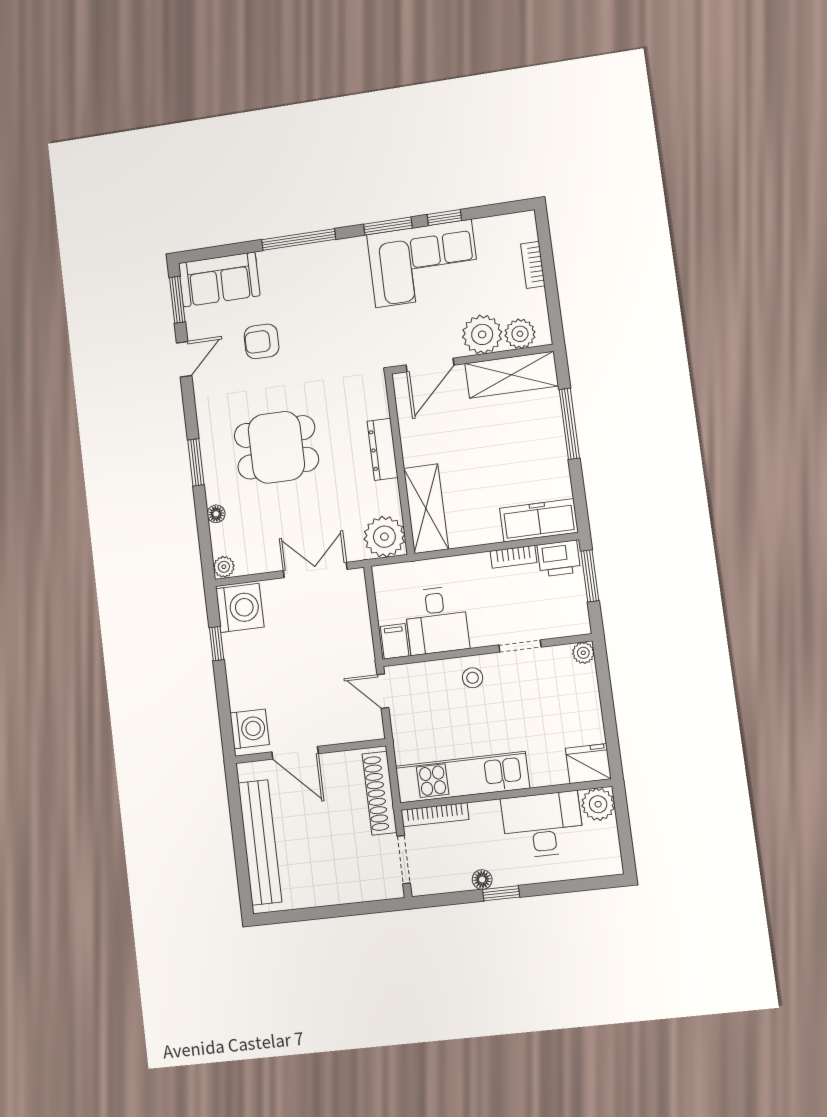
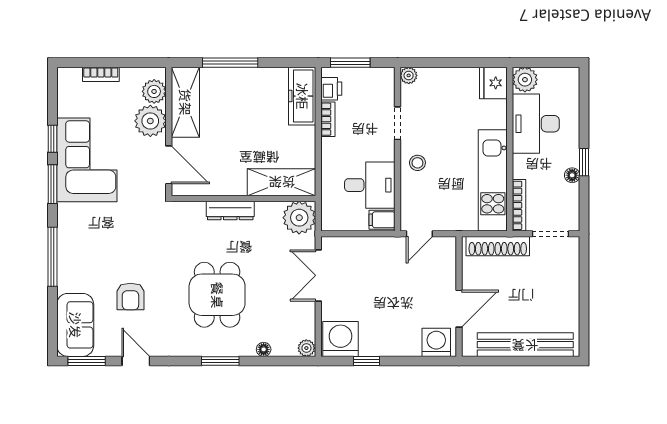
printer: (559, 558) -> (331, 89), width x0.73, depth x0.81

